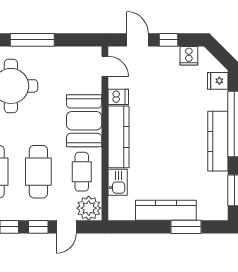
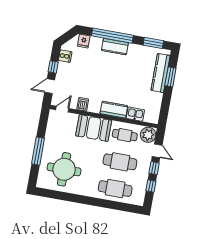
kitchen counter: (118, 137) -> (114, 110), width x0.67
kitchen counter: (218, 141) -> (115, 47), width x0.67
kitchen counter: (166, 210) -> (161, 73), moved

